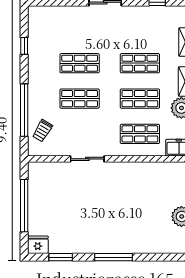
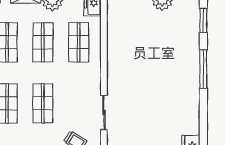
sliding door: (87, 159) -> (104, 112), moved
window: (61, 257) -> (203, 20), moved

